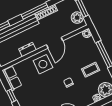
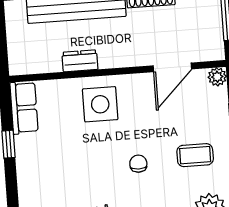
plant: (77, 18) -> (210, 36), removed
door: (55, 43) -> (172, 67), moved

